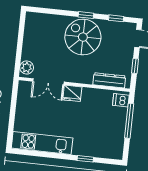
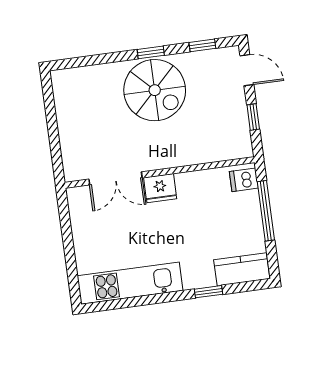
spiral stairs: (83, 37) -> (155, 90), turned 180
plant: (27, 67) -> (74, 164), removed
dresser: (109, 80) -> (216, 151), removed
kitchen counter: (107, 151) -> (242, 269), added

